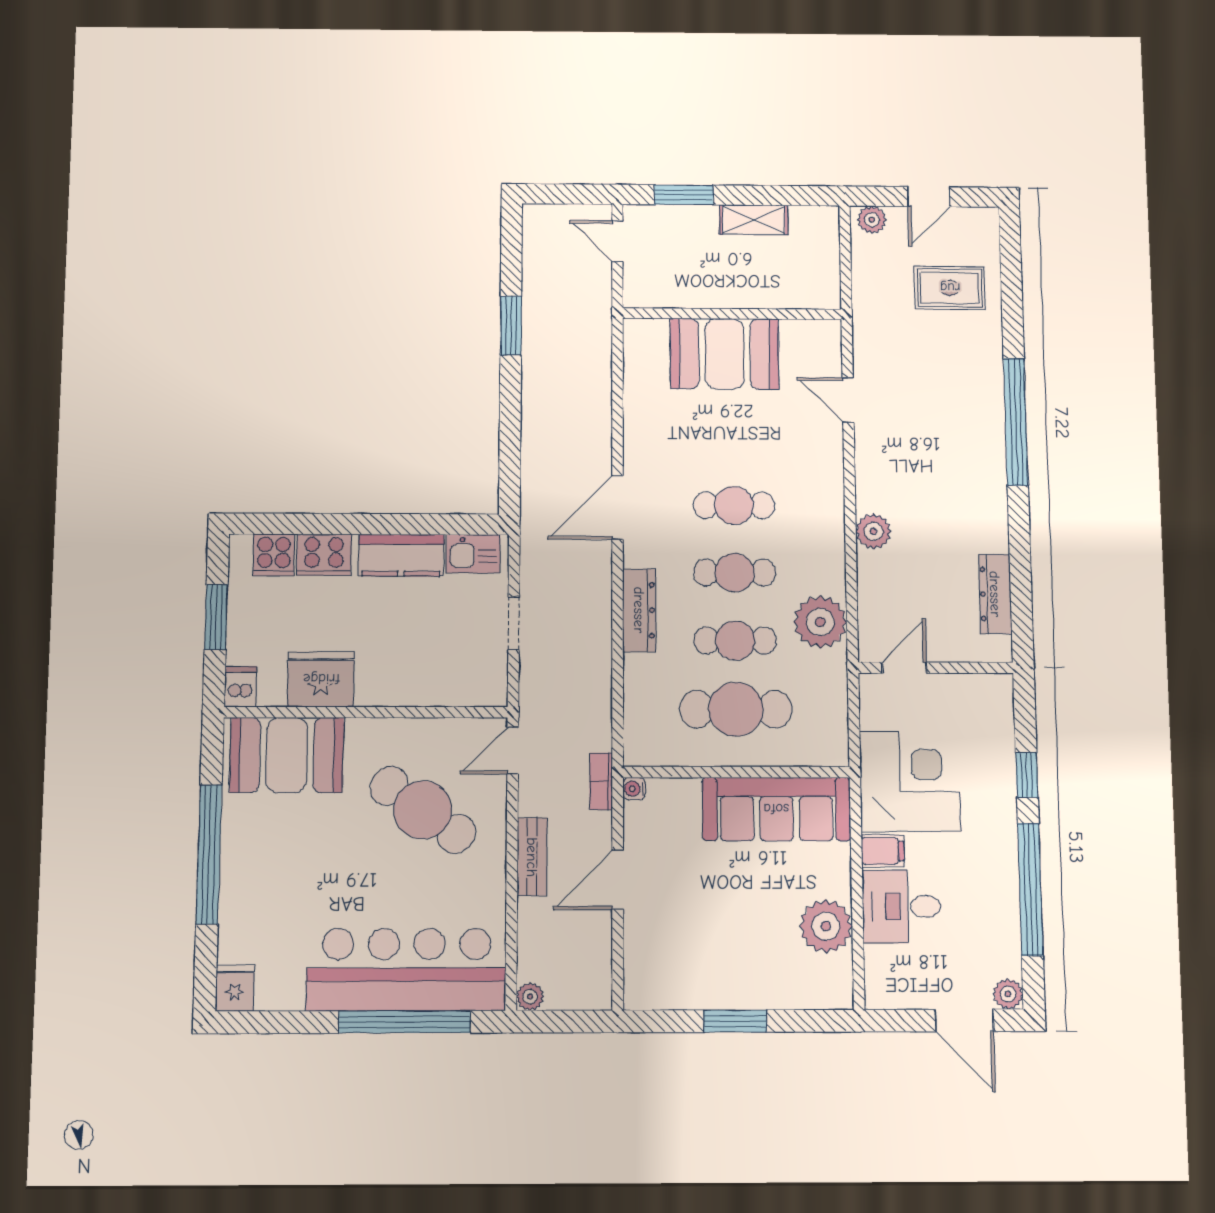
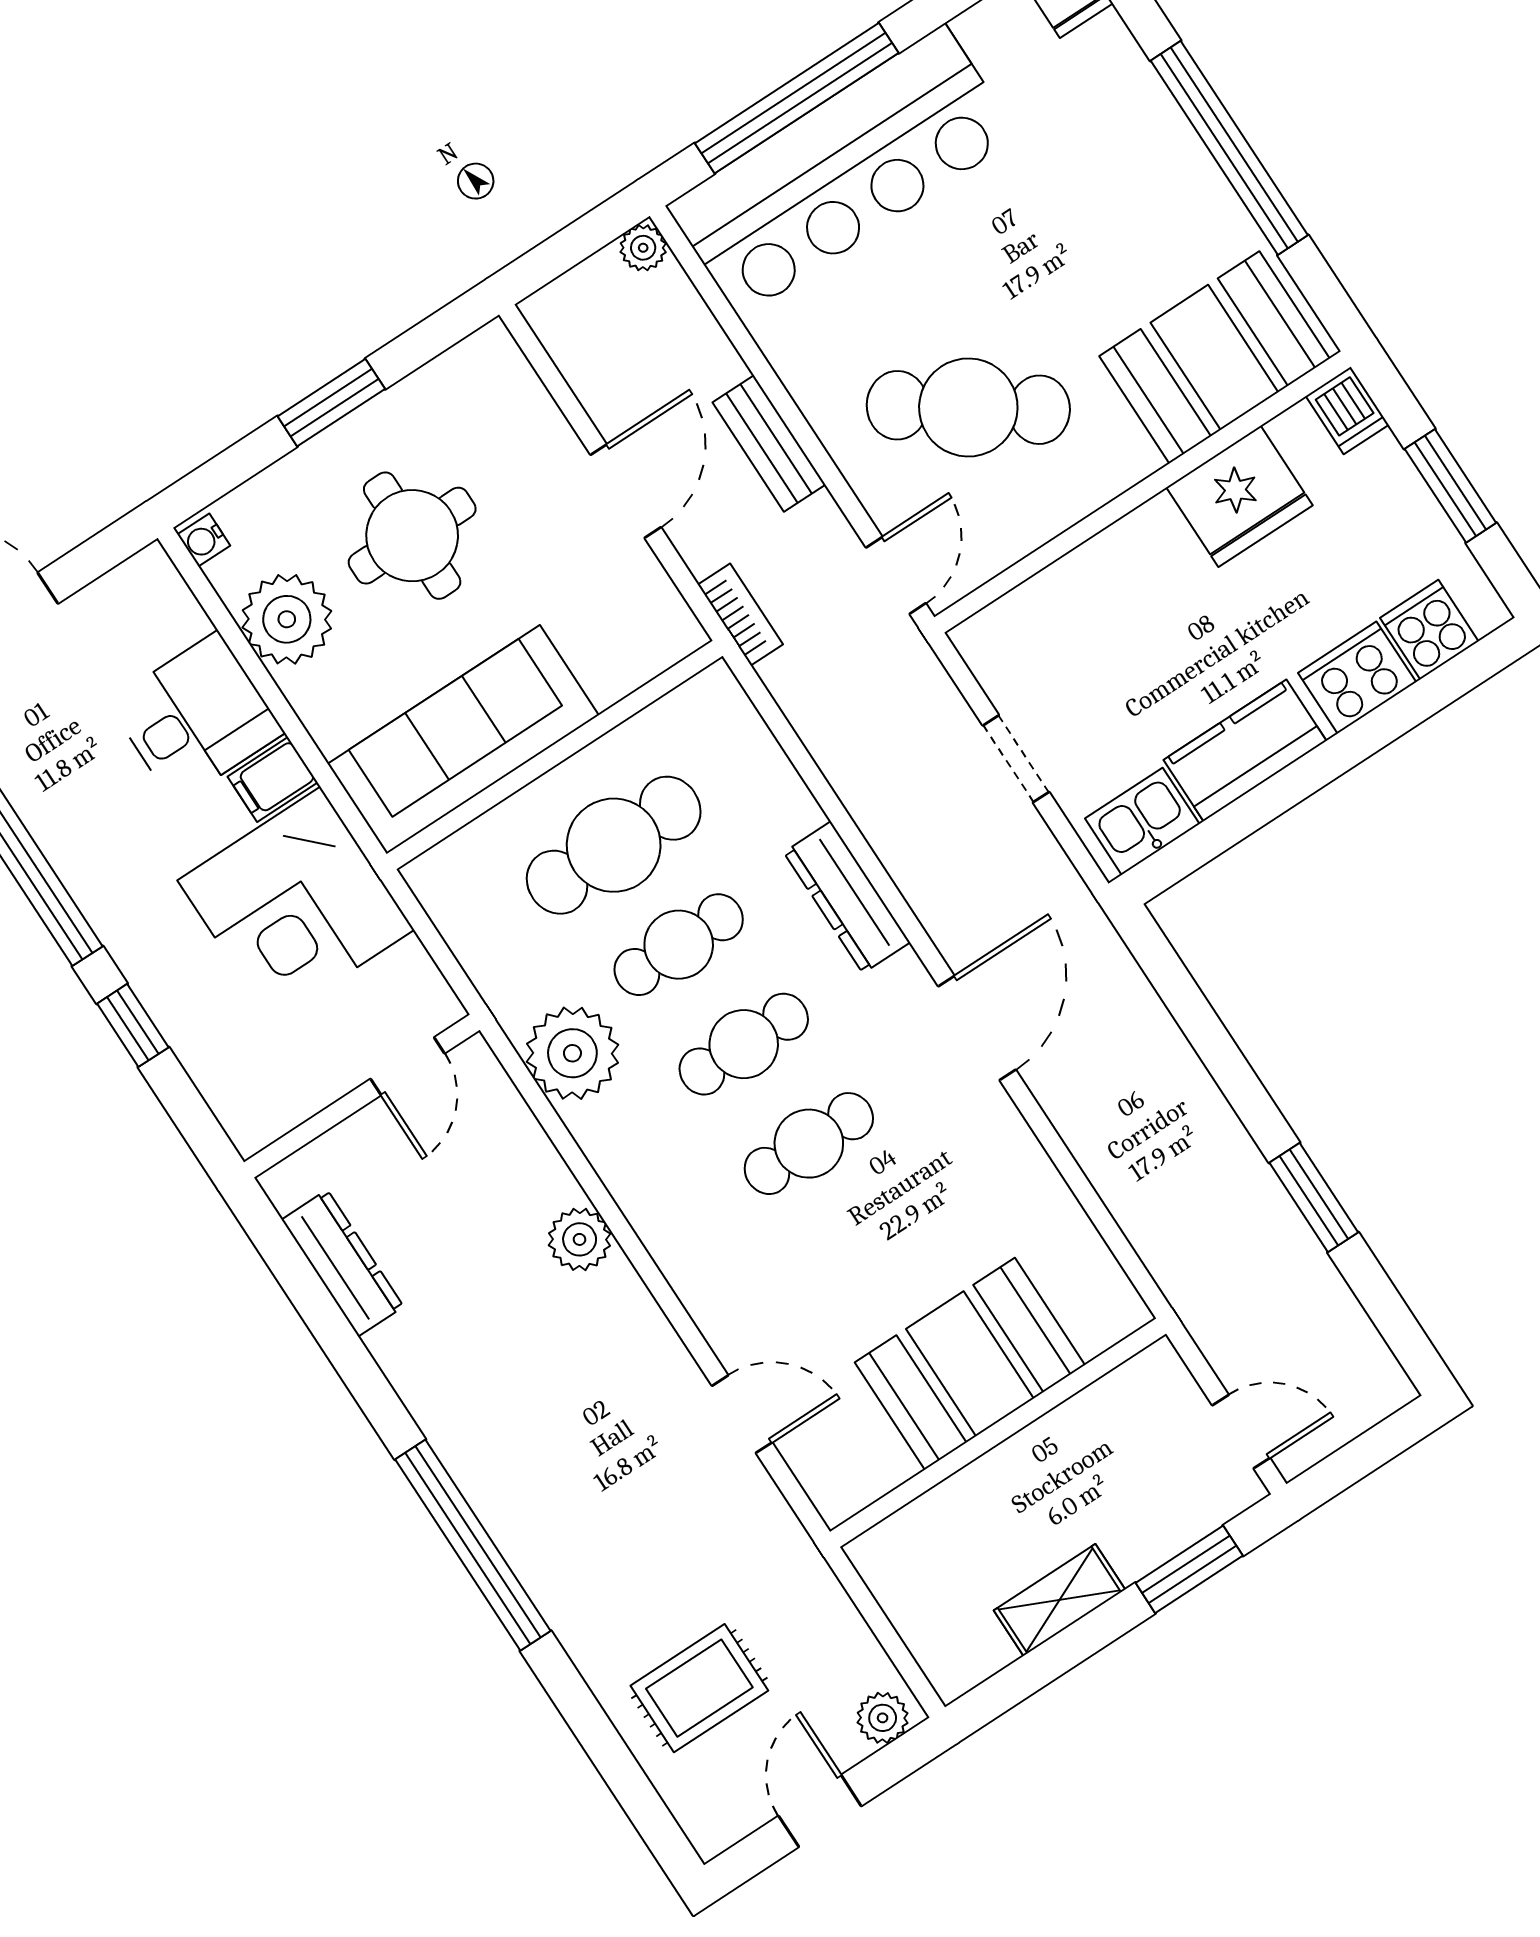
water cooler: (634, 789) -> (204, 540), moved, turned 180
round table: (737, 927) -> (412, 536), added

